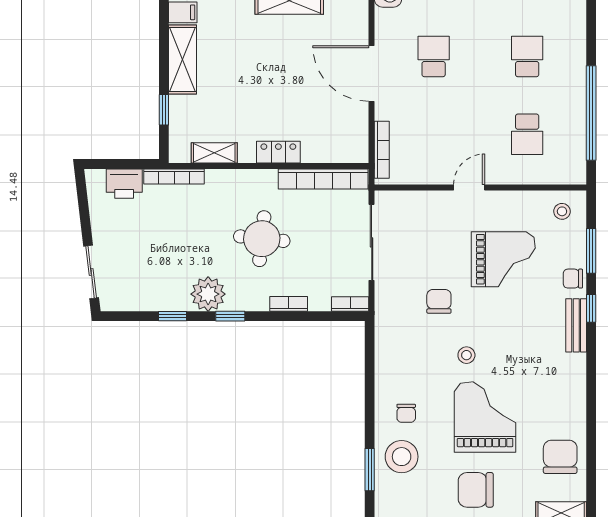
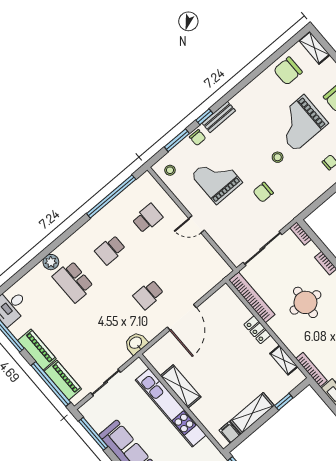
bookcase: (382, 150) -> (214, 281), removed

